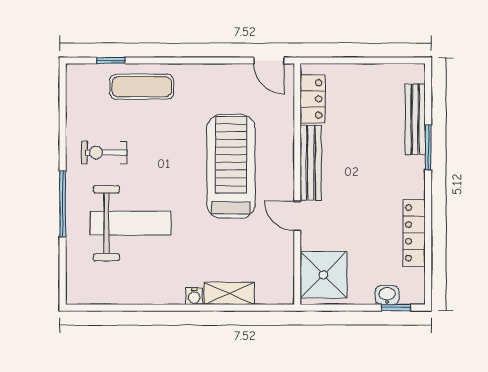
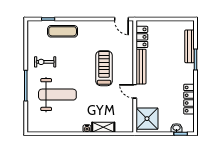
treadmill: (231, 166) -> (104, 68), width x0.73, depth x0.73

